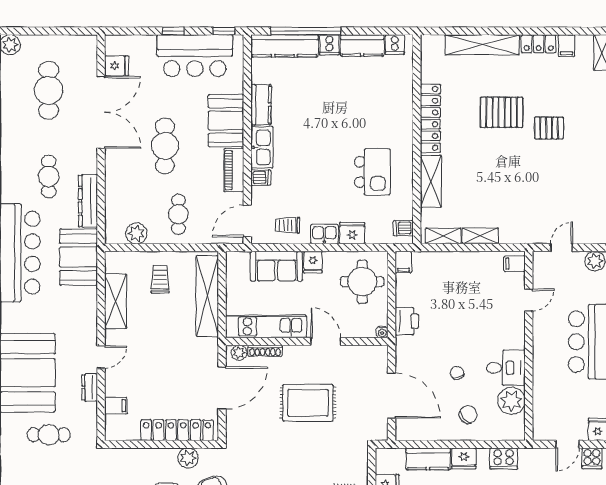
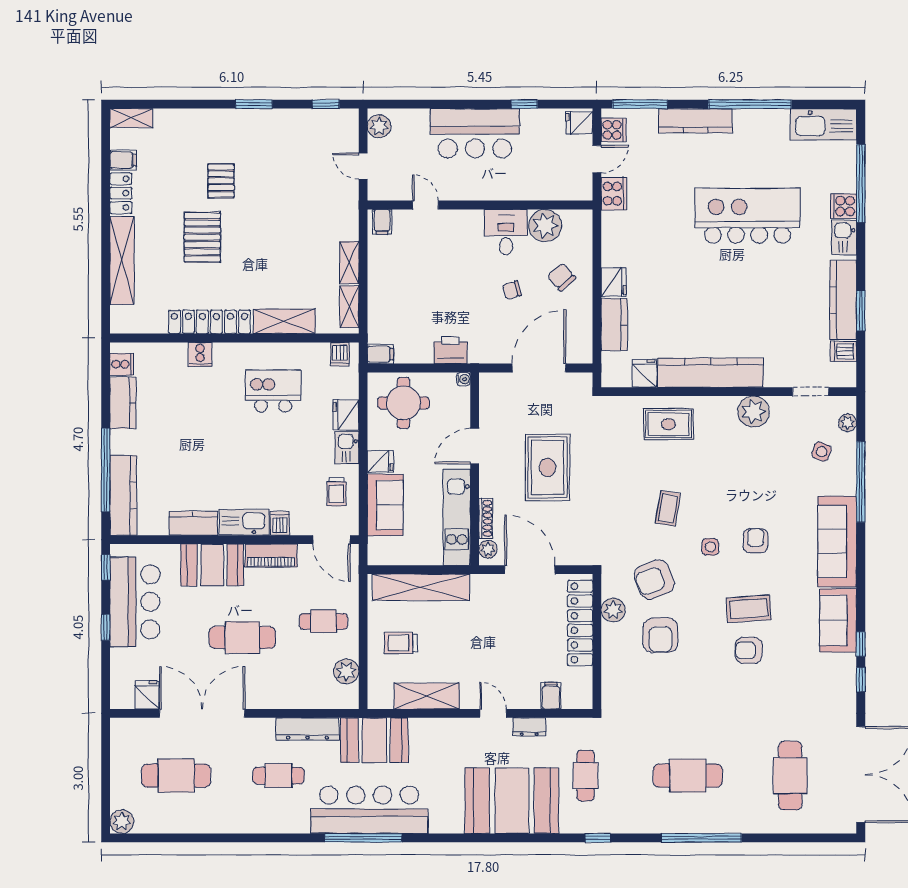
cooker: (329, 45) -> (200, 354), moved, turned 90
door: (567, 444) -> (597, 159), hinge flipped
cooker: (504, 459) -> (614, 194), moved

